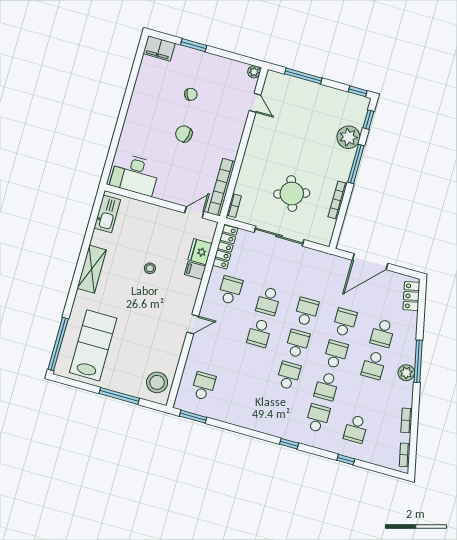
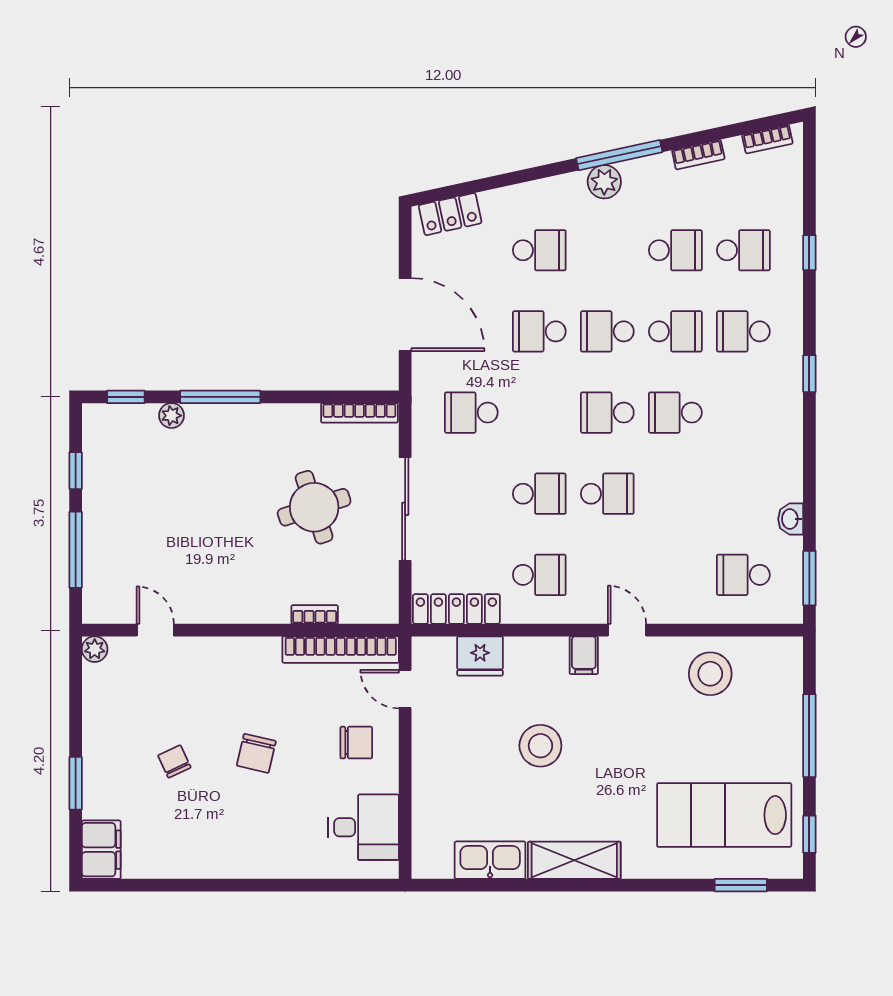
window: (358, 91) -> (76, 471), moved
door: (255, 103) -> (155, 630), hinge flipped
plant: (348, 137) -> (171, 416), width x0.53, depth x0.53
desk: (135, 175) -> (364, 827), width x0.73
chair: (176, 182) -> (356, 743), added
bookcase: (338, 200) -> (359, 413), moved
bookcase: (234, 206) -> (315, 615), moved
kitchen sink: (107, 214) -> (490, 860), moved
stool: (150, 268) -> (540, 746), width x1.89, depth x1.89
filing cabinet: (195, 270) -> (584, 655), moved
school desk: (230, 290) -> (539, 575), turned 180
school desk: (306, 312) -> (471, 413), moved
window: (58, 344) -> (741, 885), width x0.47
window: (418, 361) -> (619, 155), moved
school desk: (374, 365) -> (675, 250), moved
stool: (157, 382) -> (710, 674), moved
window: (73, 383) -> (809, 834), added
washbasin: (223, 416) -> (791, 519), added

